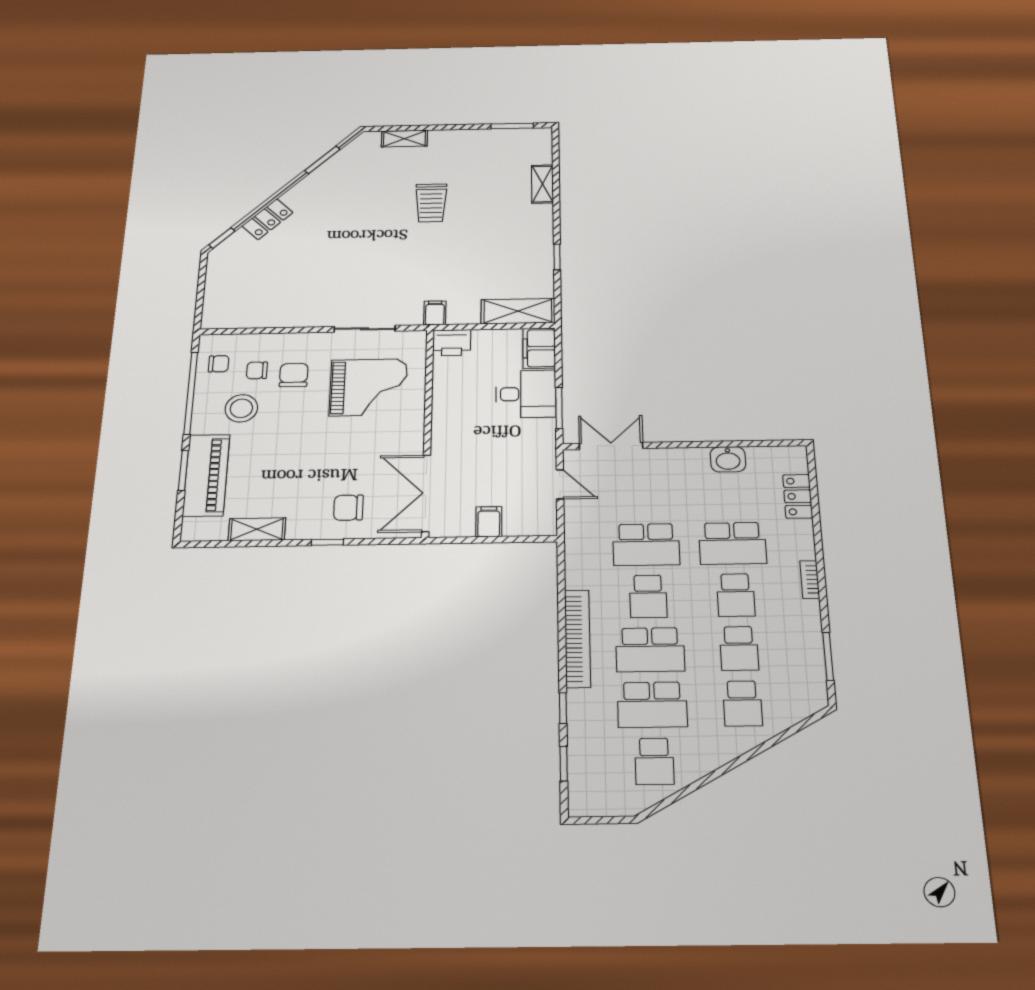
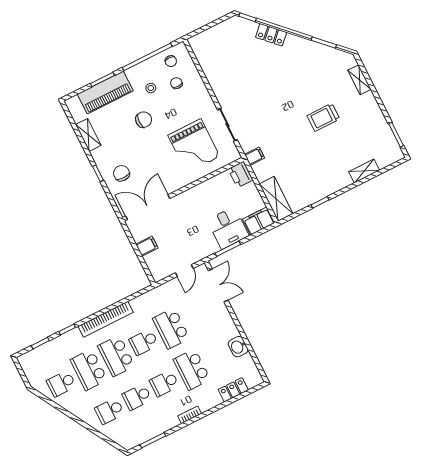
chair: (294, 375) -> (144, 120), moved
stool: (241, 408) -> (151, 88), width x0.53, depth x0.53

